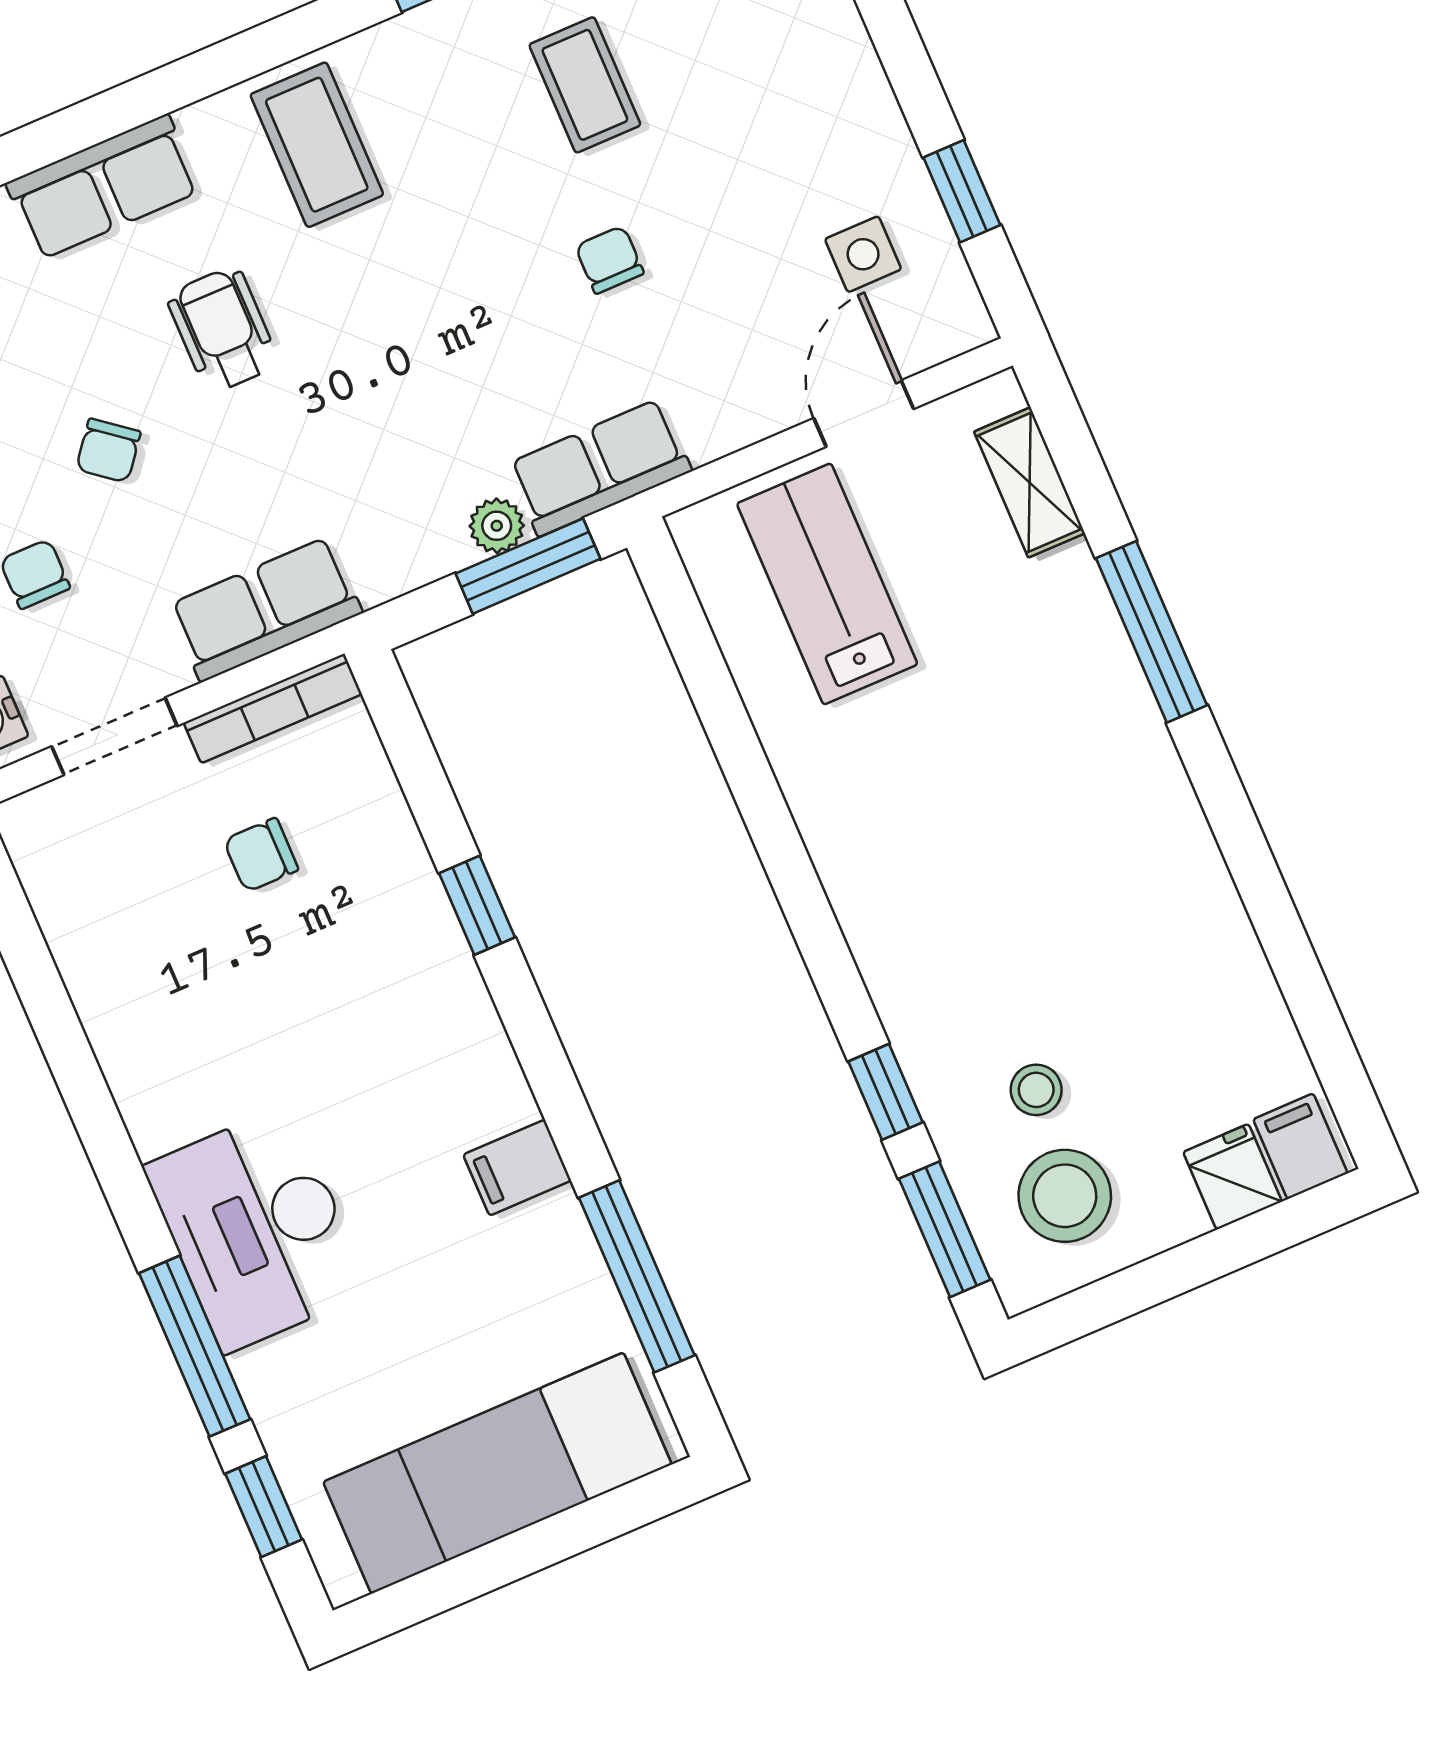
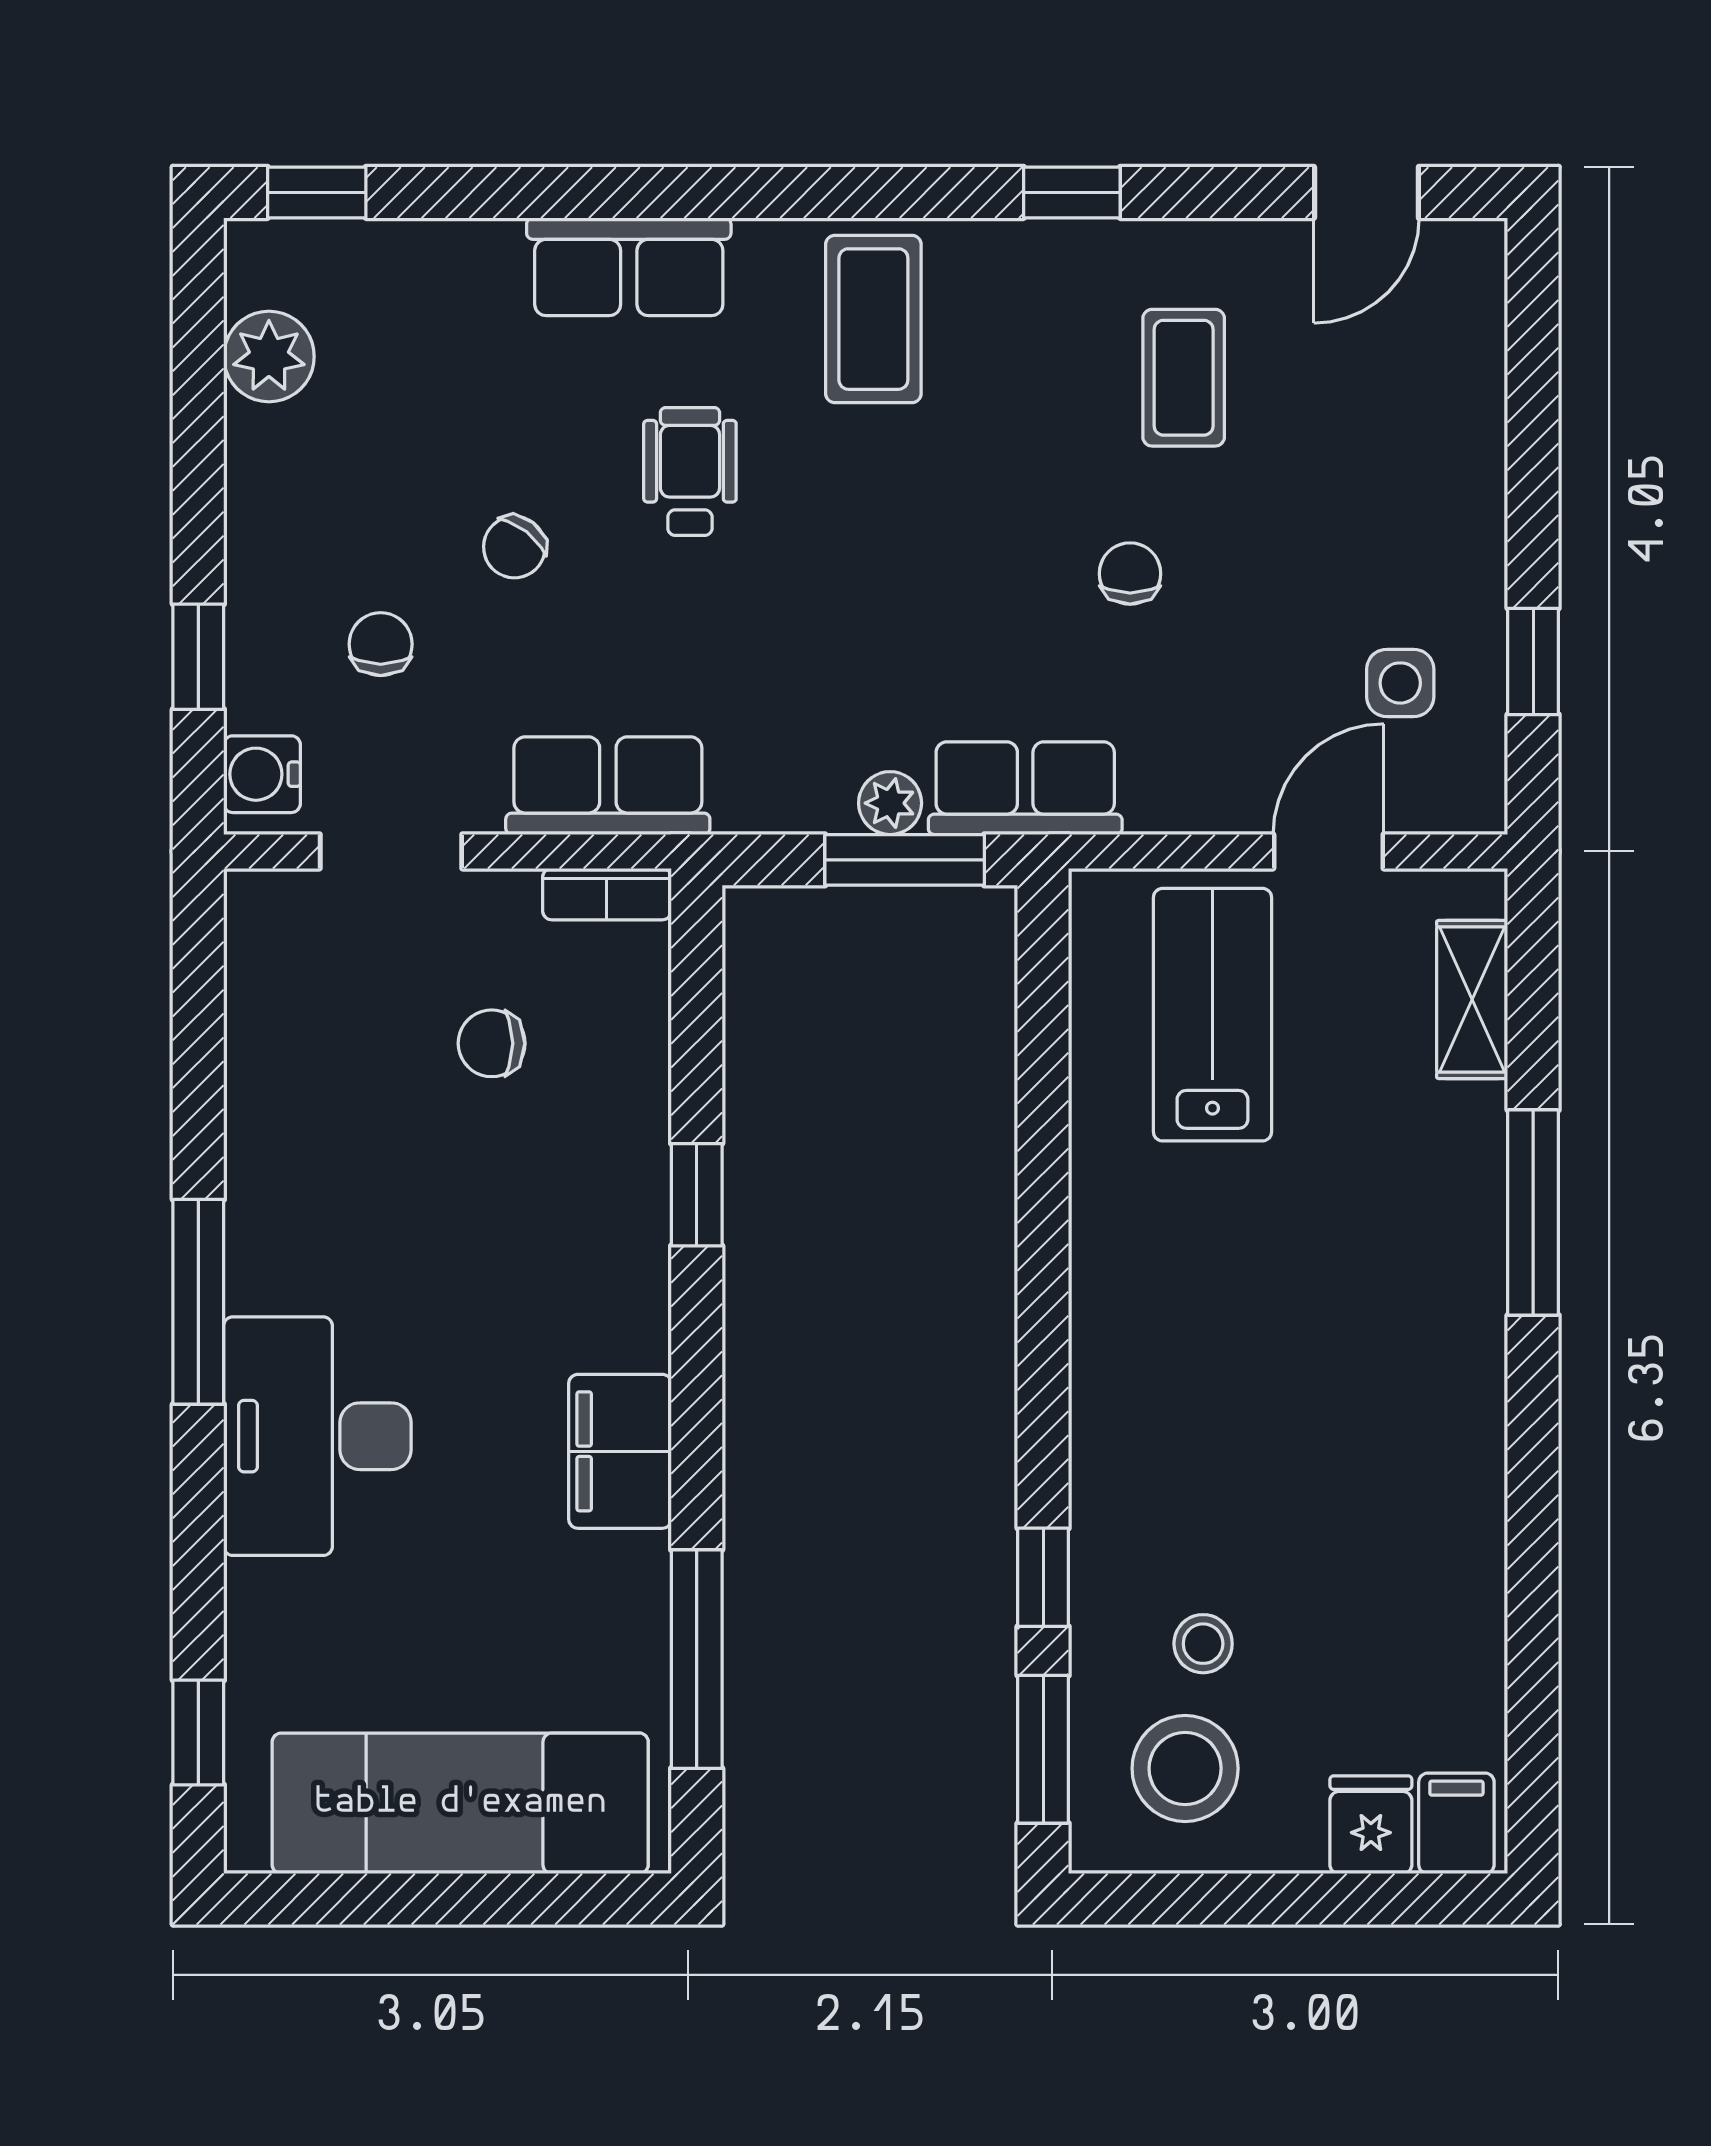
bookcase: (273, 708) -> (607, 894), width x0.64
filing cabinet: (517, 1168) -> (620, 1451), width x2.00
window: (195, 1346) -> (198, 1302), moved

